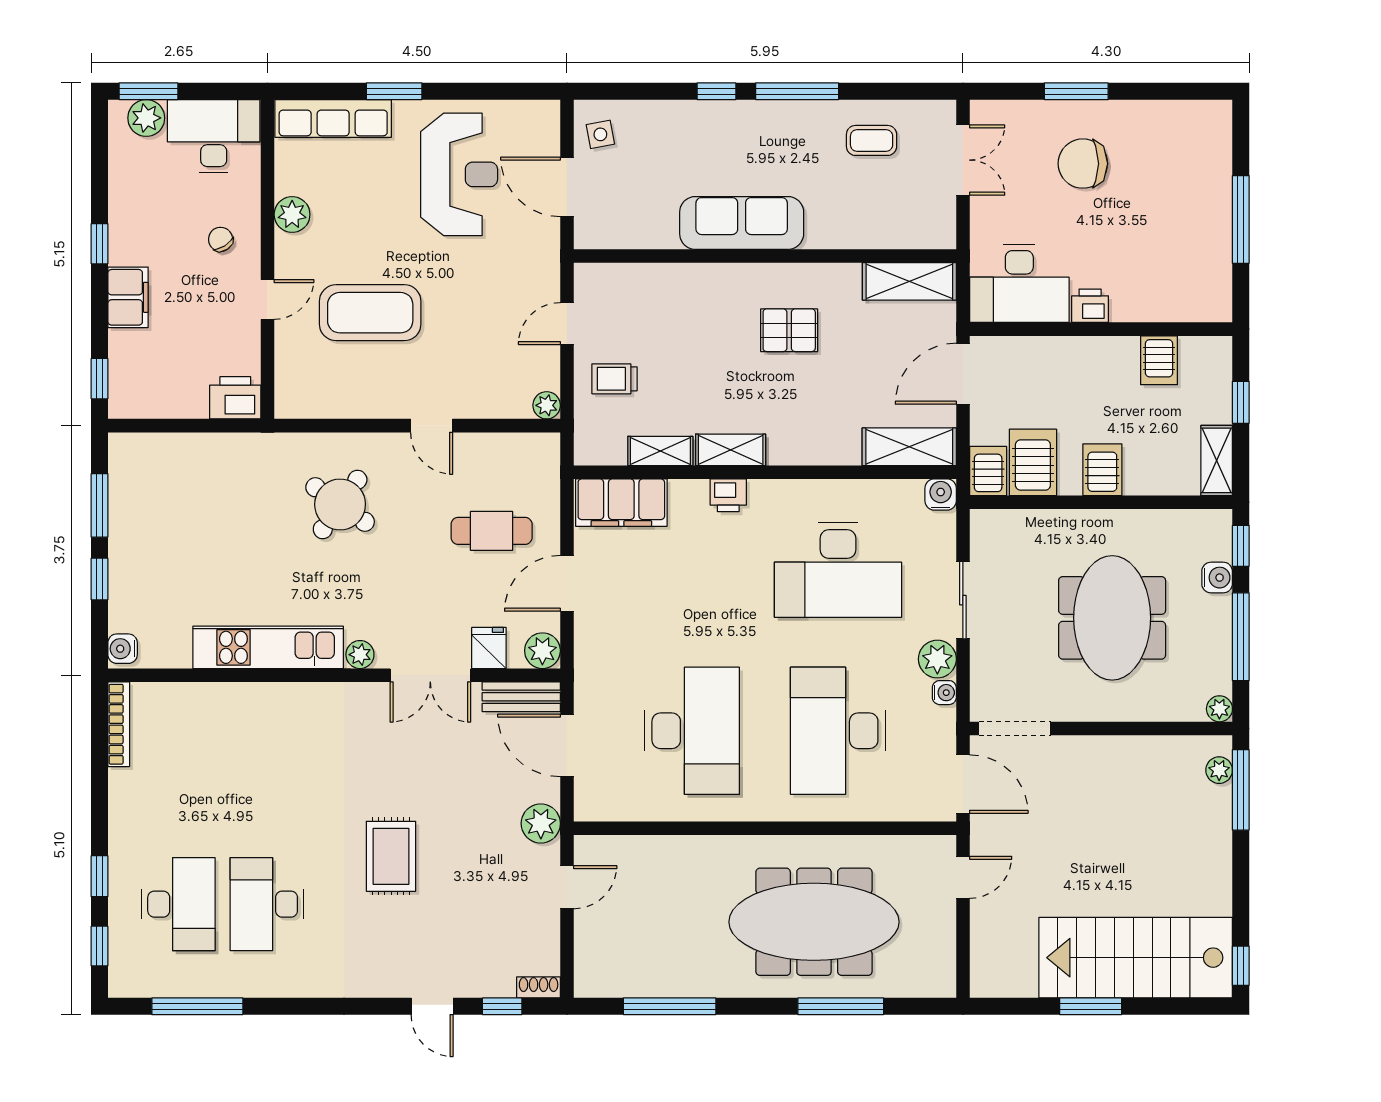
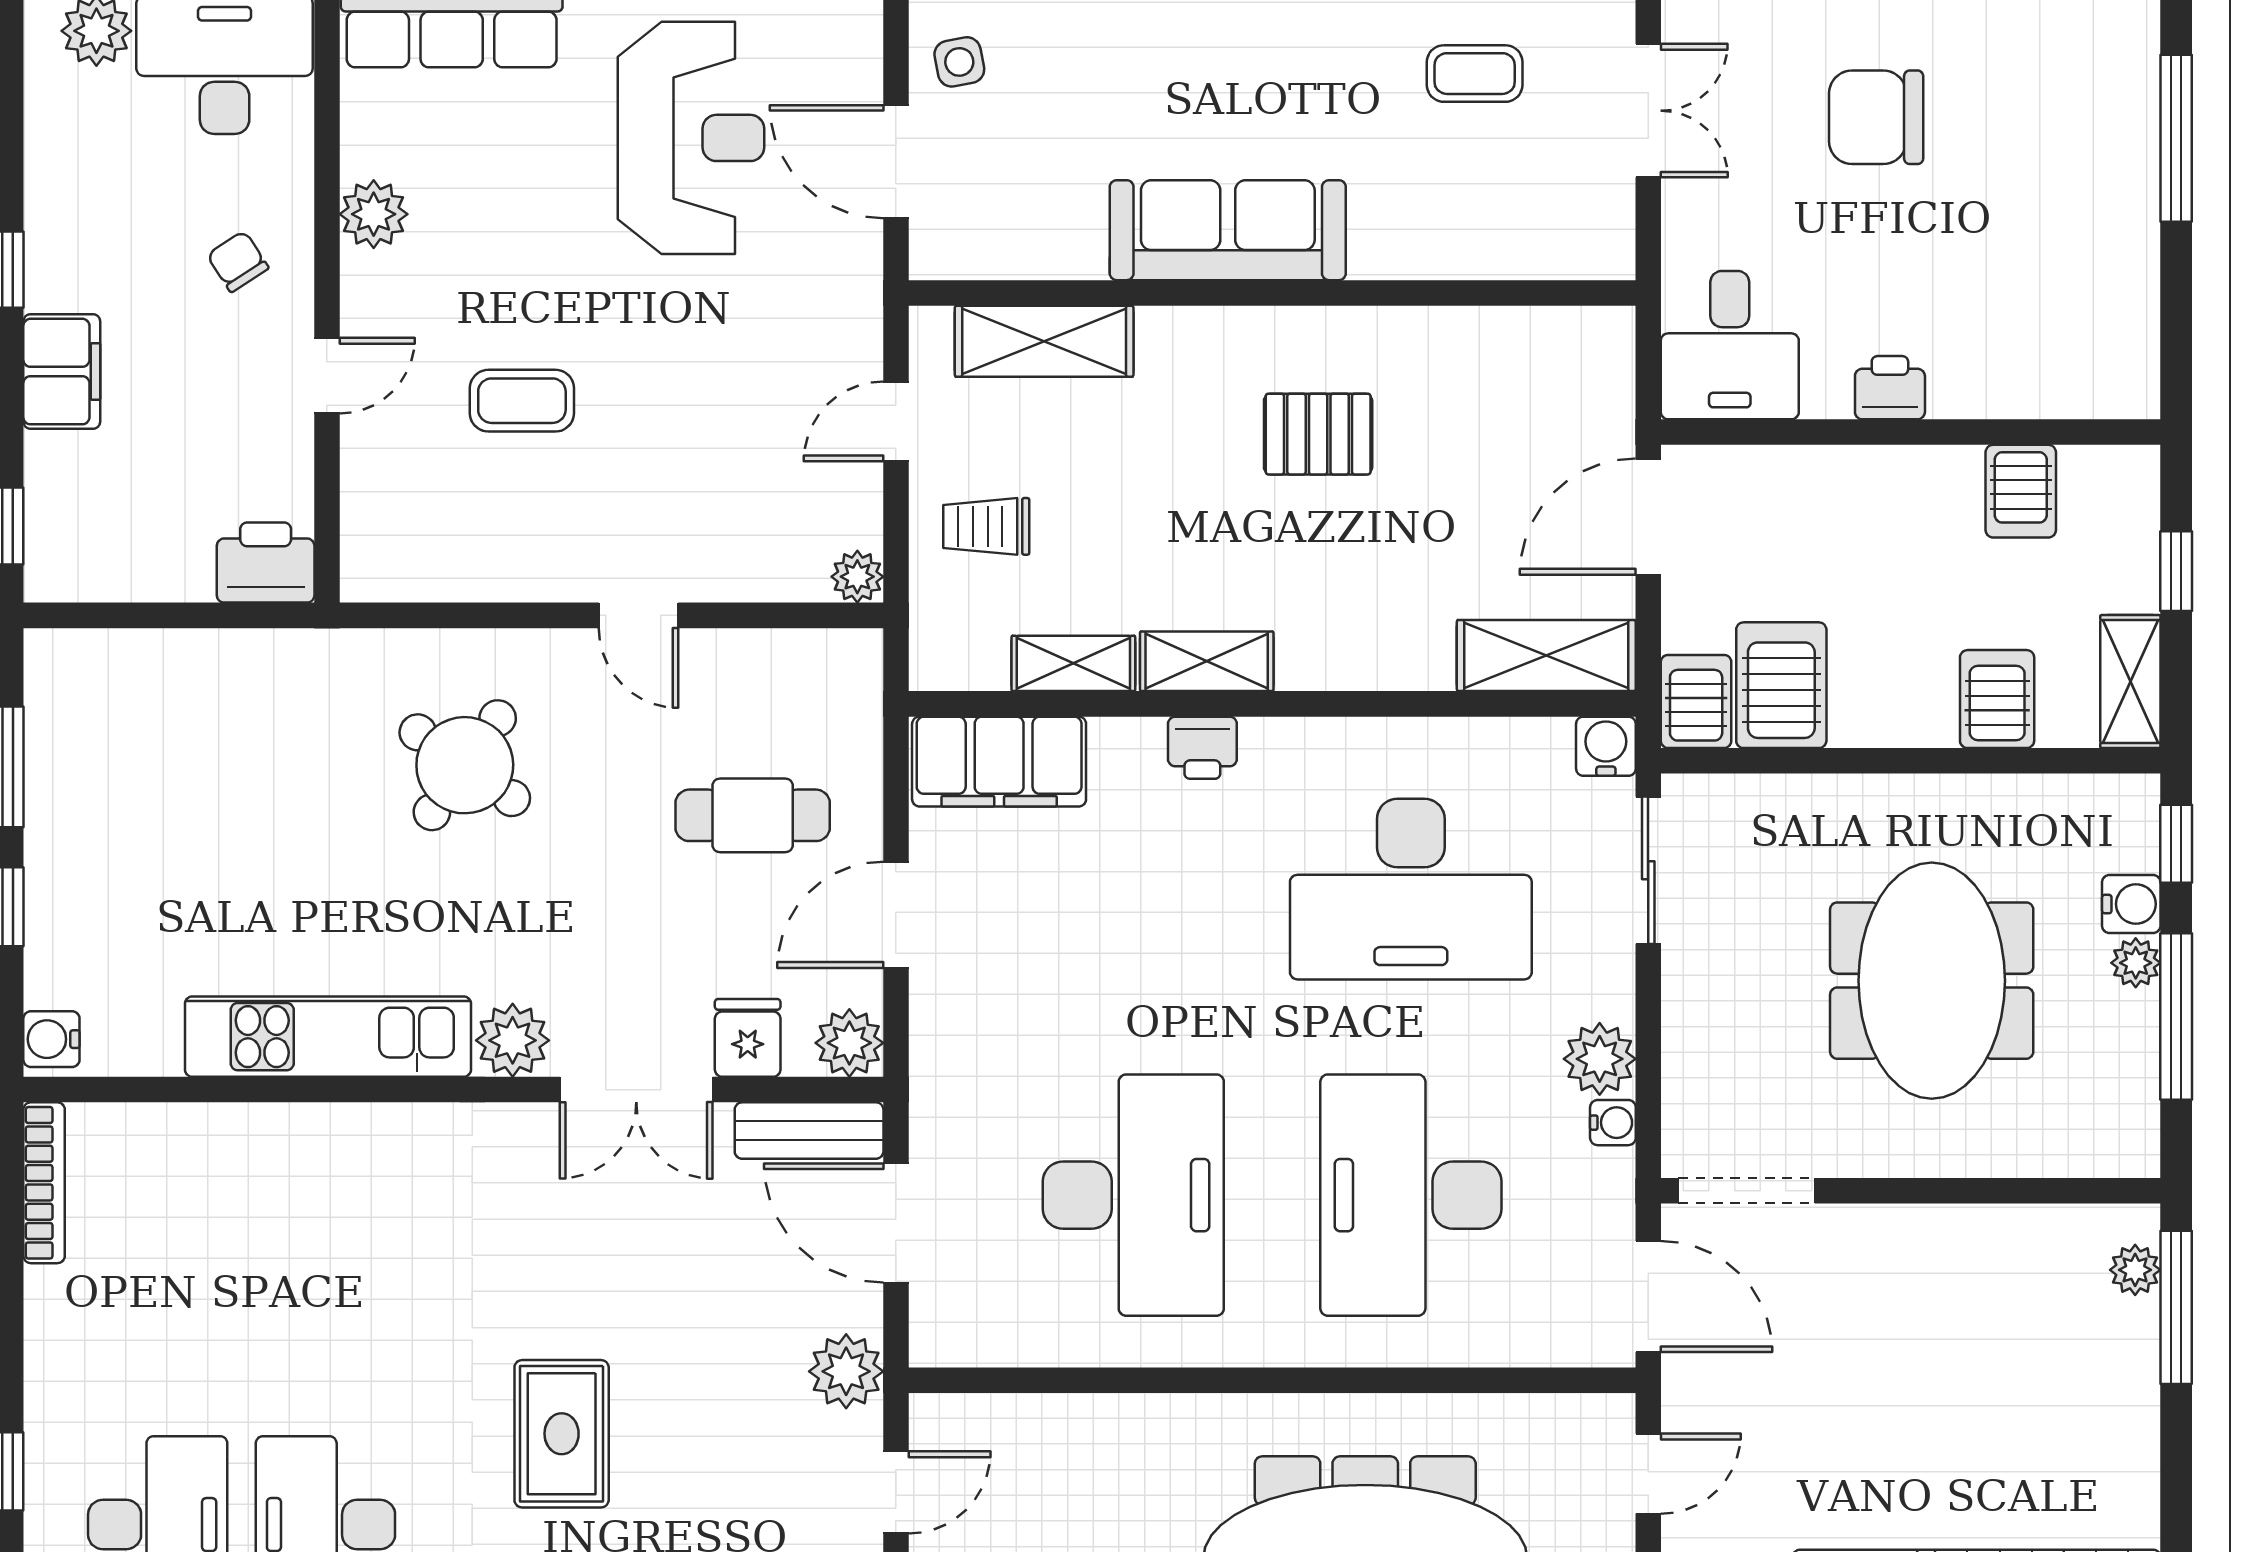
window: (1241, 219) -> (2176, 138), moved
shelving: (909, 281) -> (1044, 341), moved
desk: (1019, 283) -> (1730, 345), width x0.73
coffee table: (370, 313) -> (522, 401), width x0.54, depth x0.58
server rack: (1102, 470) -> (1997, 699), moved
sliding door: (963, 600) -> (1648, 870), moved
plant: (360, 655) -> (513, 1040), width x1.38, depth x1.38
plant: (1219, 709) -> (2136, 963), moved

